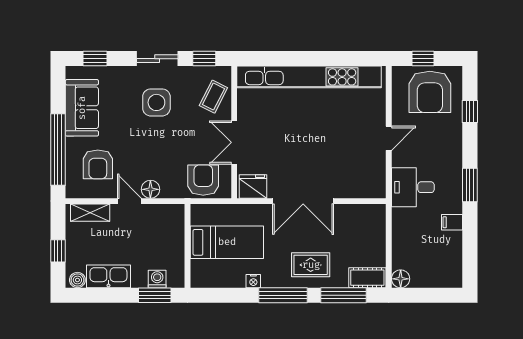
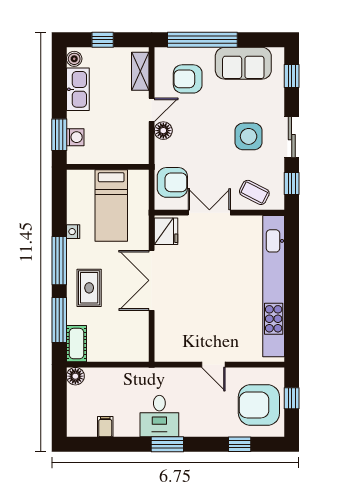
desk: (413, 187) -> (159, 416), moved, turned 180
filing cabinet: (452, 222) -> (105, 427), moved

